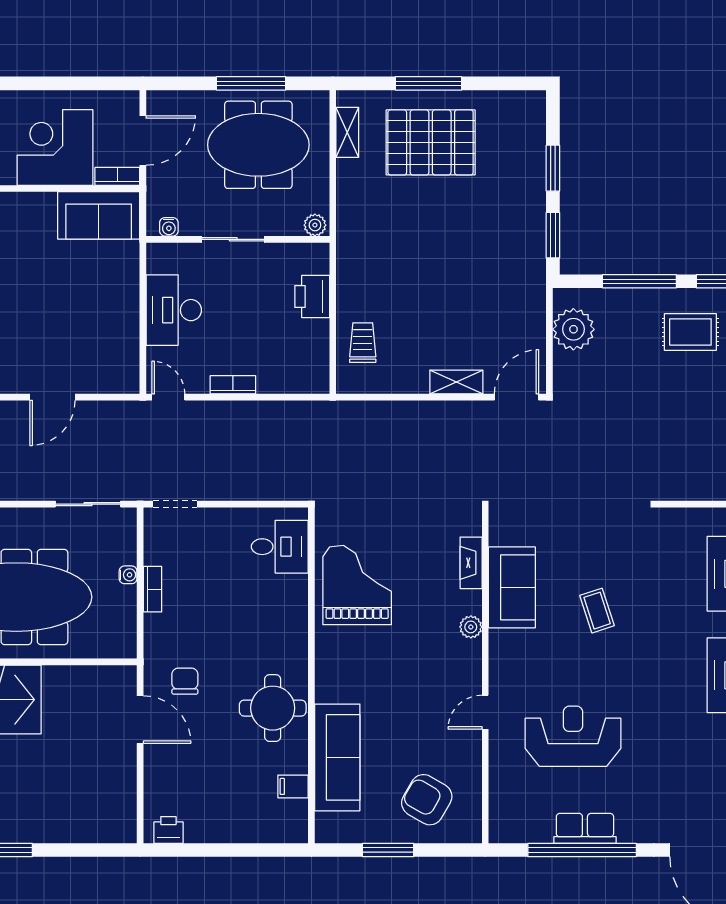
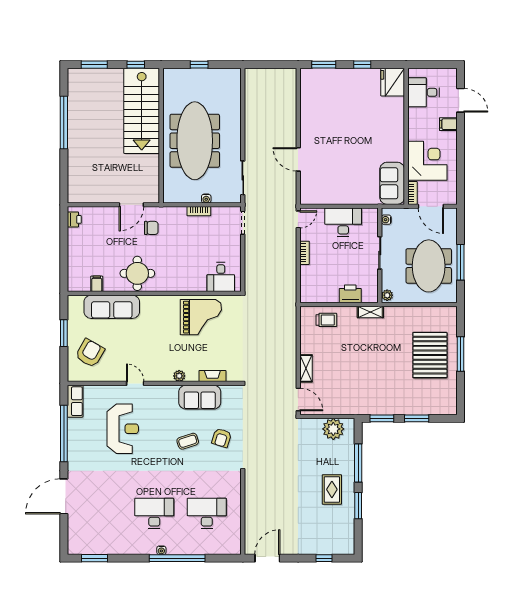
shelving: (347, 132) -> (370, 312), moved
armchair: (591, 545) -> (222, 438), added
row of seats: (585, 828) -> (75, 401), moved

